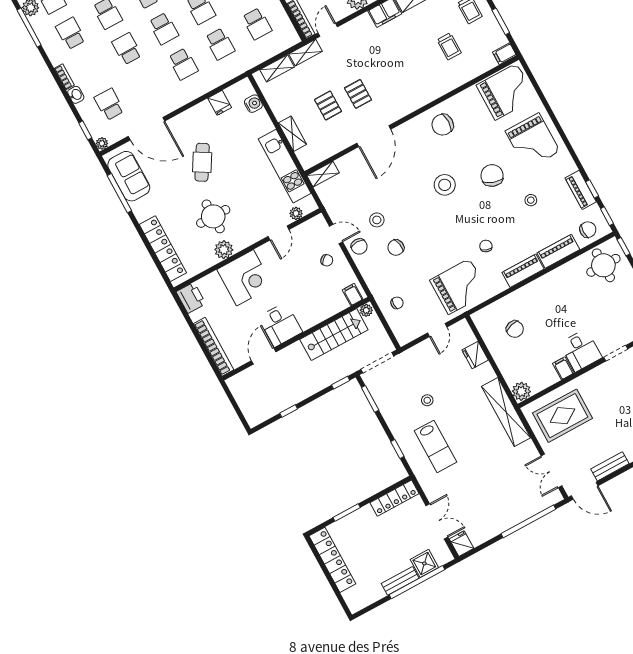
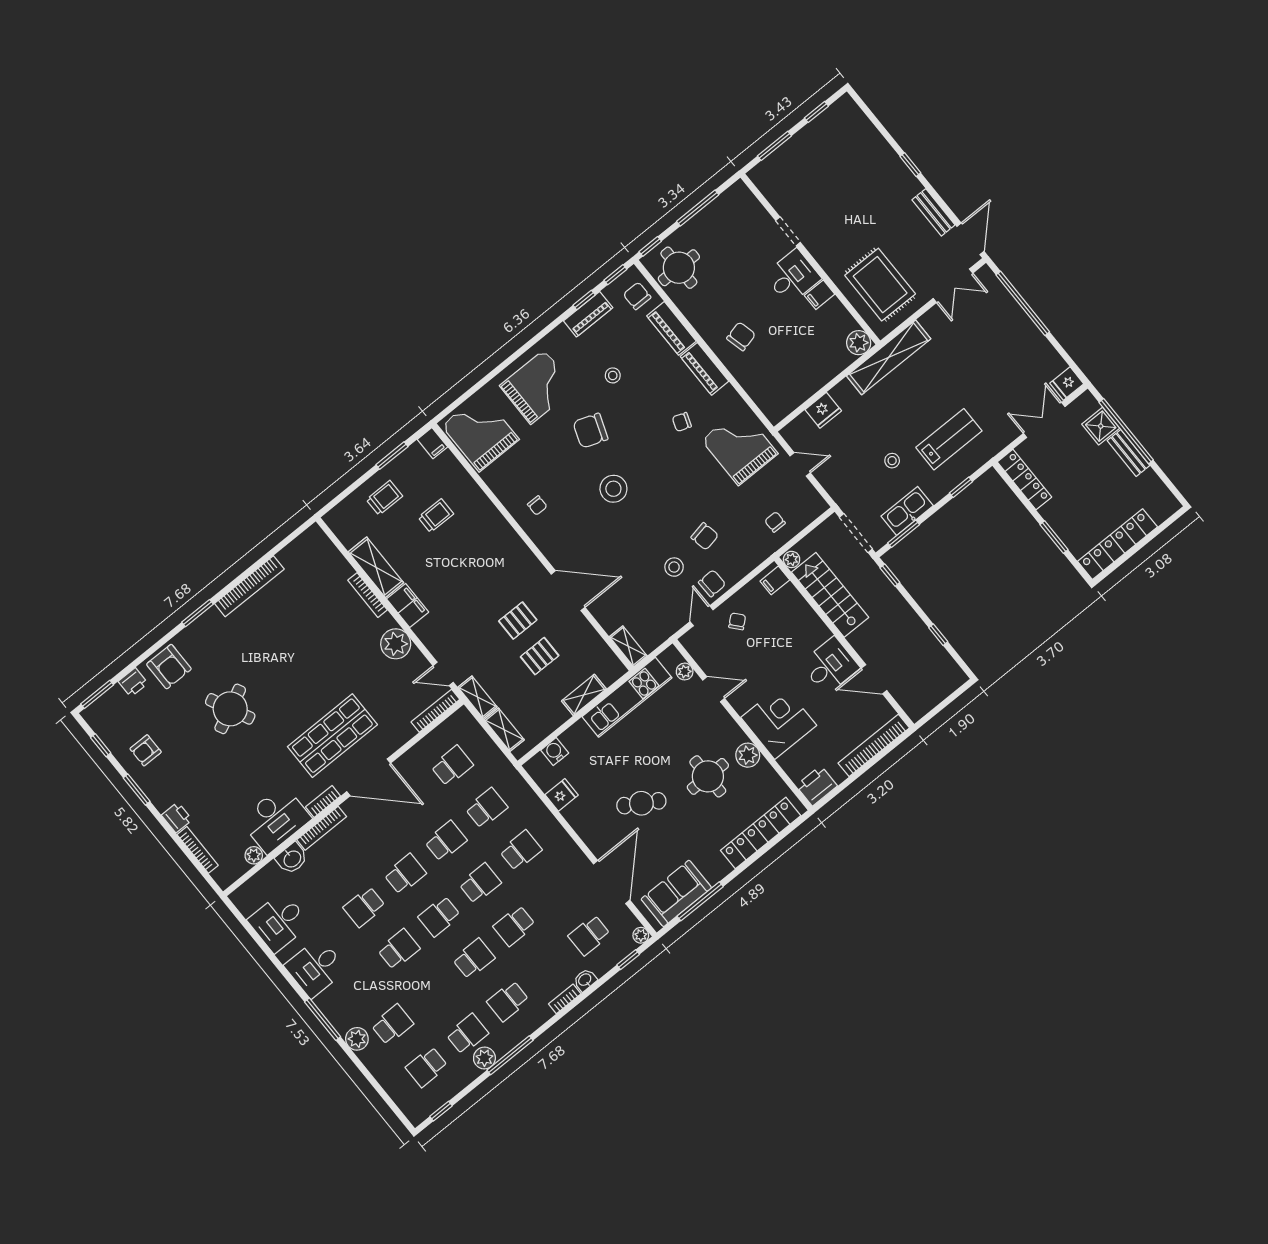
chair: (443, 125) -> (537, 505), width x0.54, depth x0.54
chair: (515, 329) -> (741, 336), moved
kitchen sink: (387, 405) -> (907, 511), added

